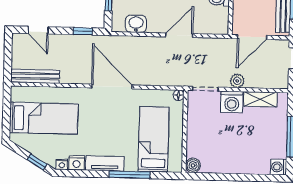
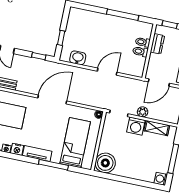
door: (112, 87) -> (52, 99), hinge flipped
boiler: (193, 166) -> (105, 163), width x1.86, depth x1.86

